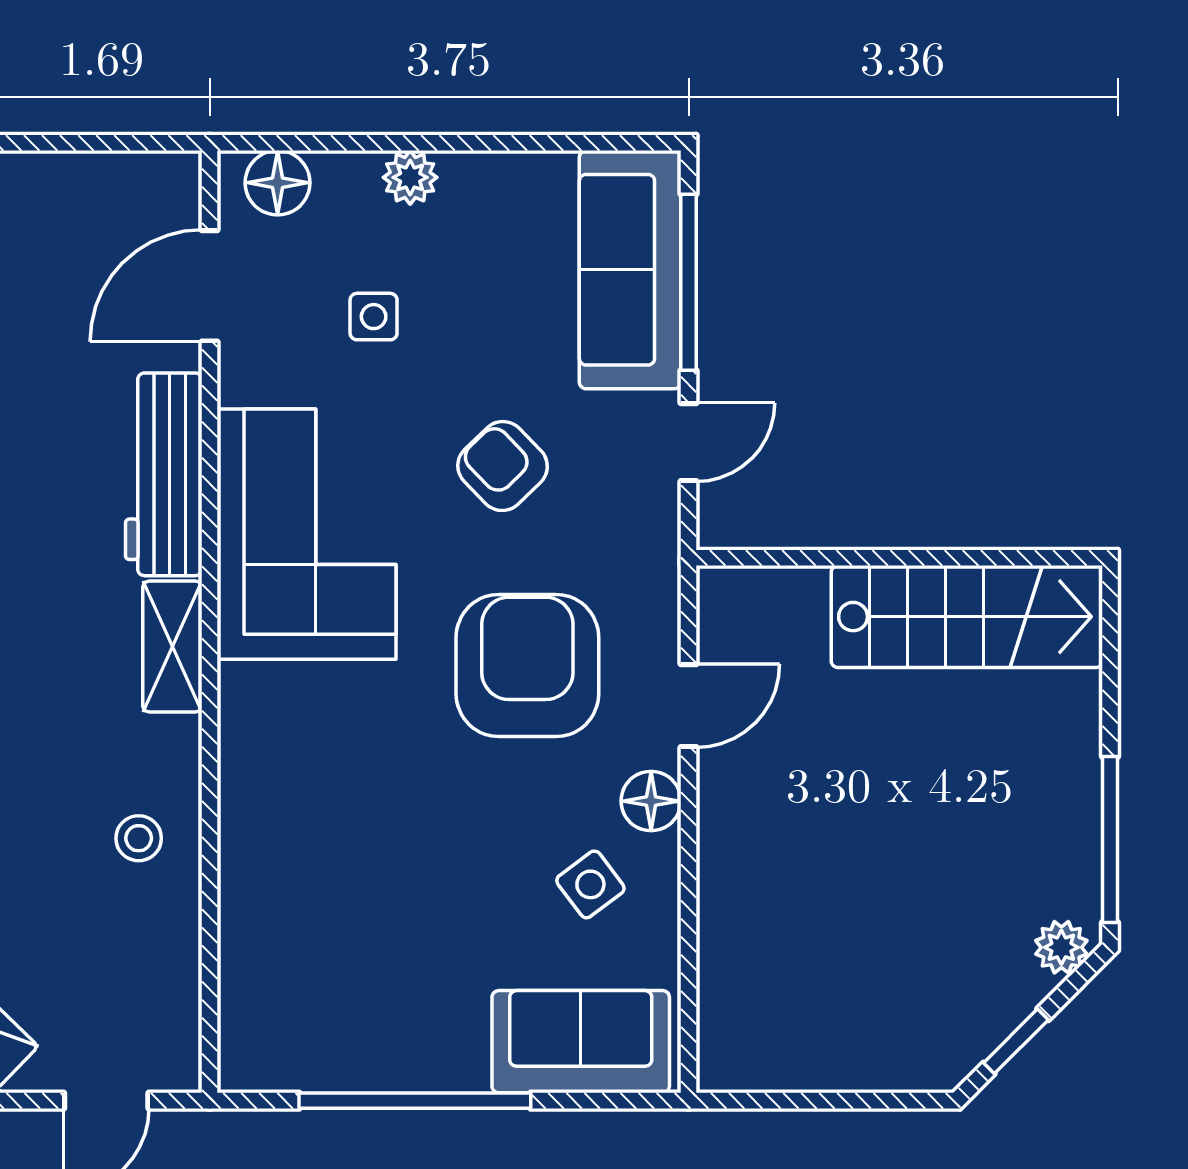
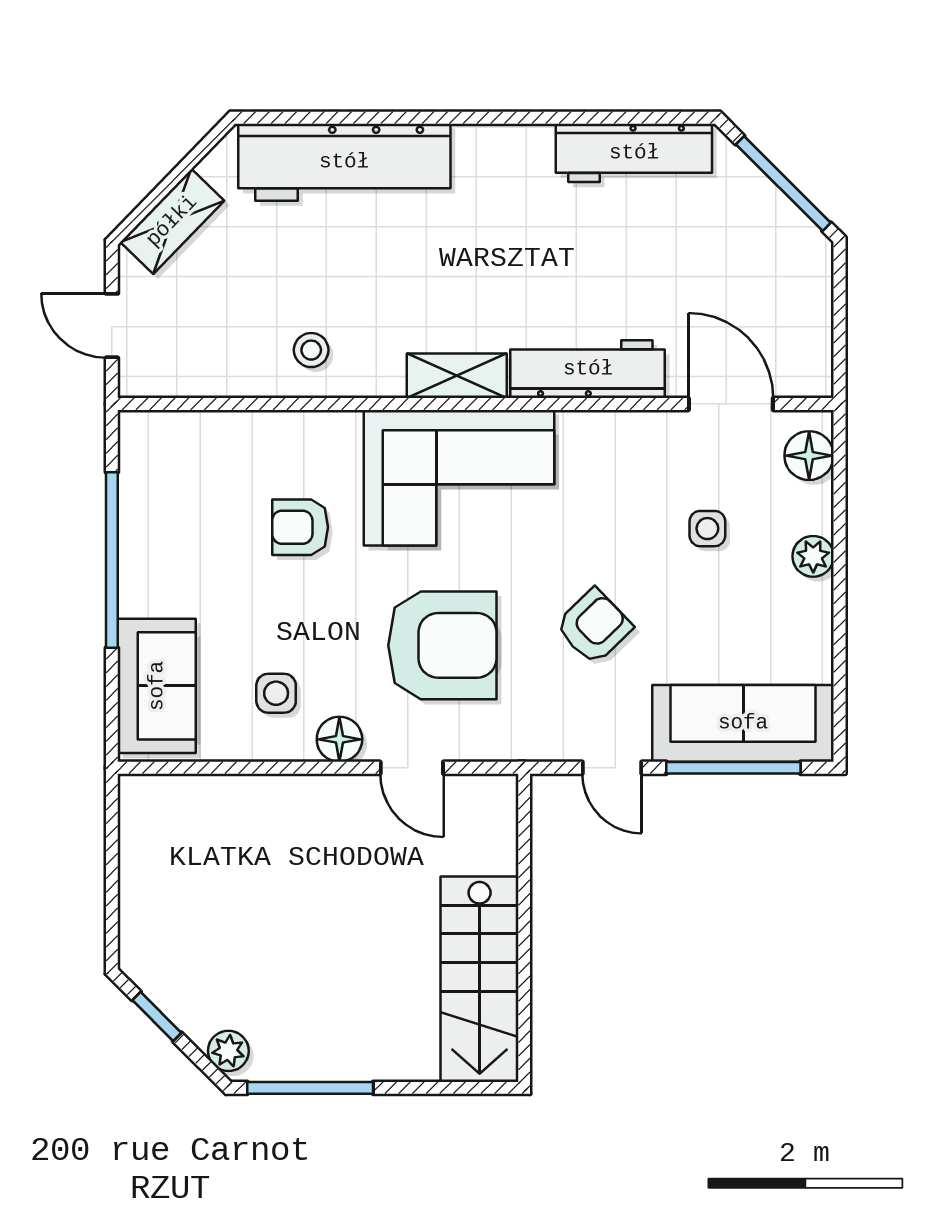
corner sofa: (307, 534) -> (459, 478), moved
armchair: (372, 853) -> (300, 527), added
side table: (590, 884) -> (276, 693), turned 37

